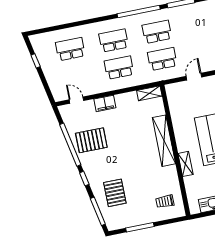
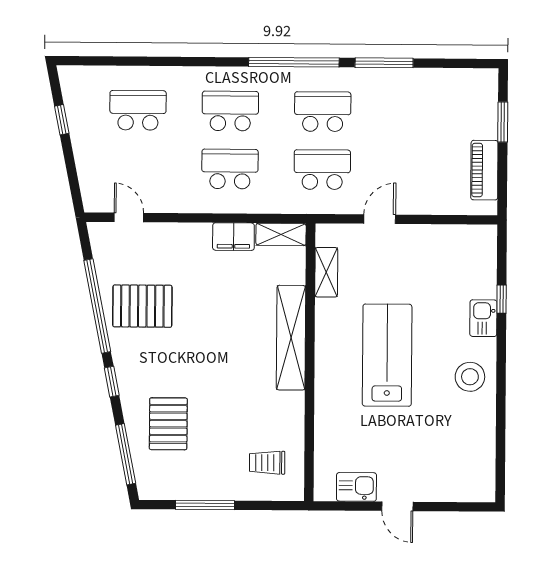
filing cabinet: (105, 103) -> (233, 237), moved
shelving: (186, 164) -> (326, 272), moved

